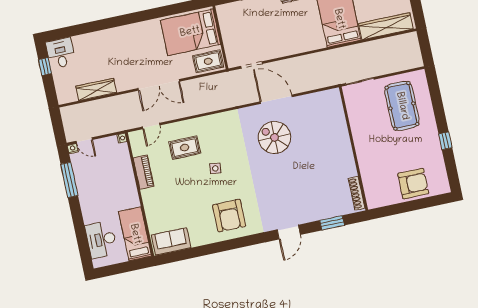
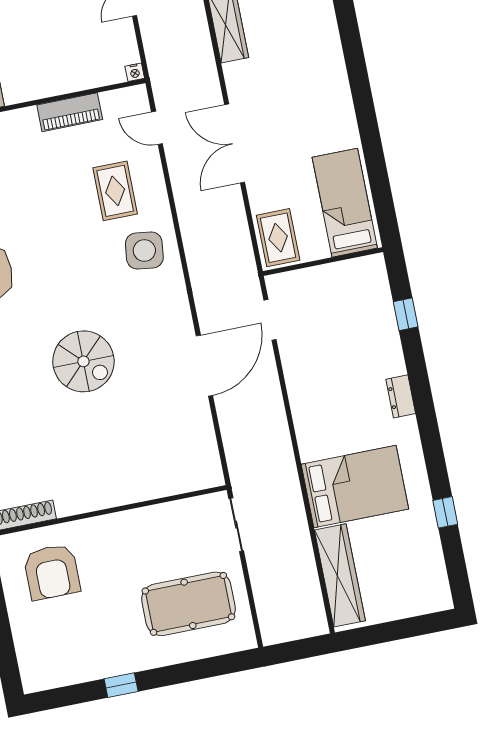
bed: (190, 32) -> (345, 203), width x0.67
spiral stairs: (274, 137) -> (83, 361), moved, turned 90
side table: (215, 168) -> (144, 250), moved, width x1.87, depth x1.87
armchair: (413, 184) -> (52, 572), moved

